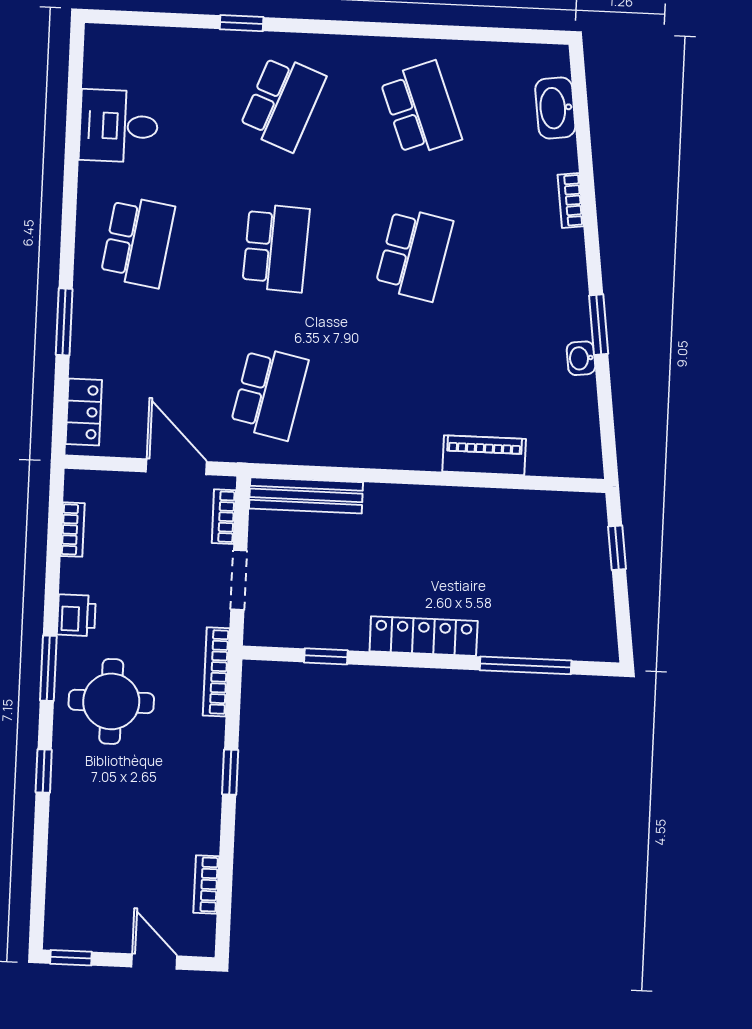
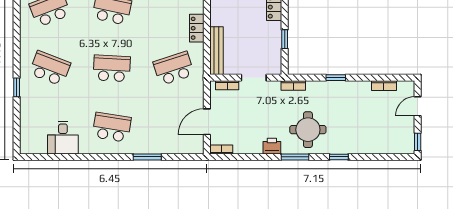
school desk: (269, 393) -> (174, 68), turned -30
locker: (84, 412) -> (197, 28), moved, turned -90
door: (176, 467) -> (207, 122), moved
bookcase: (73, 530) -> (221, 149), moved
bookcase: (216, 672) -> (293, 86), width x0.64

